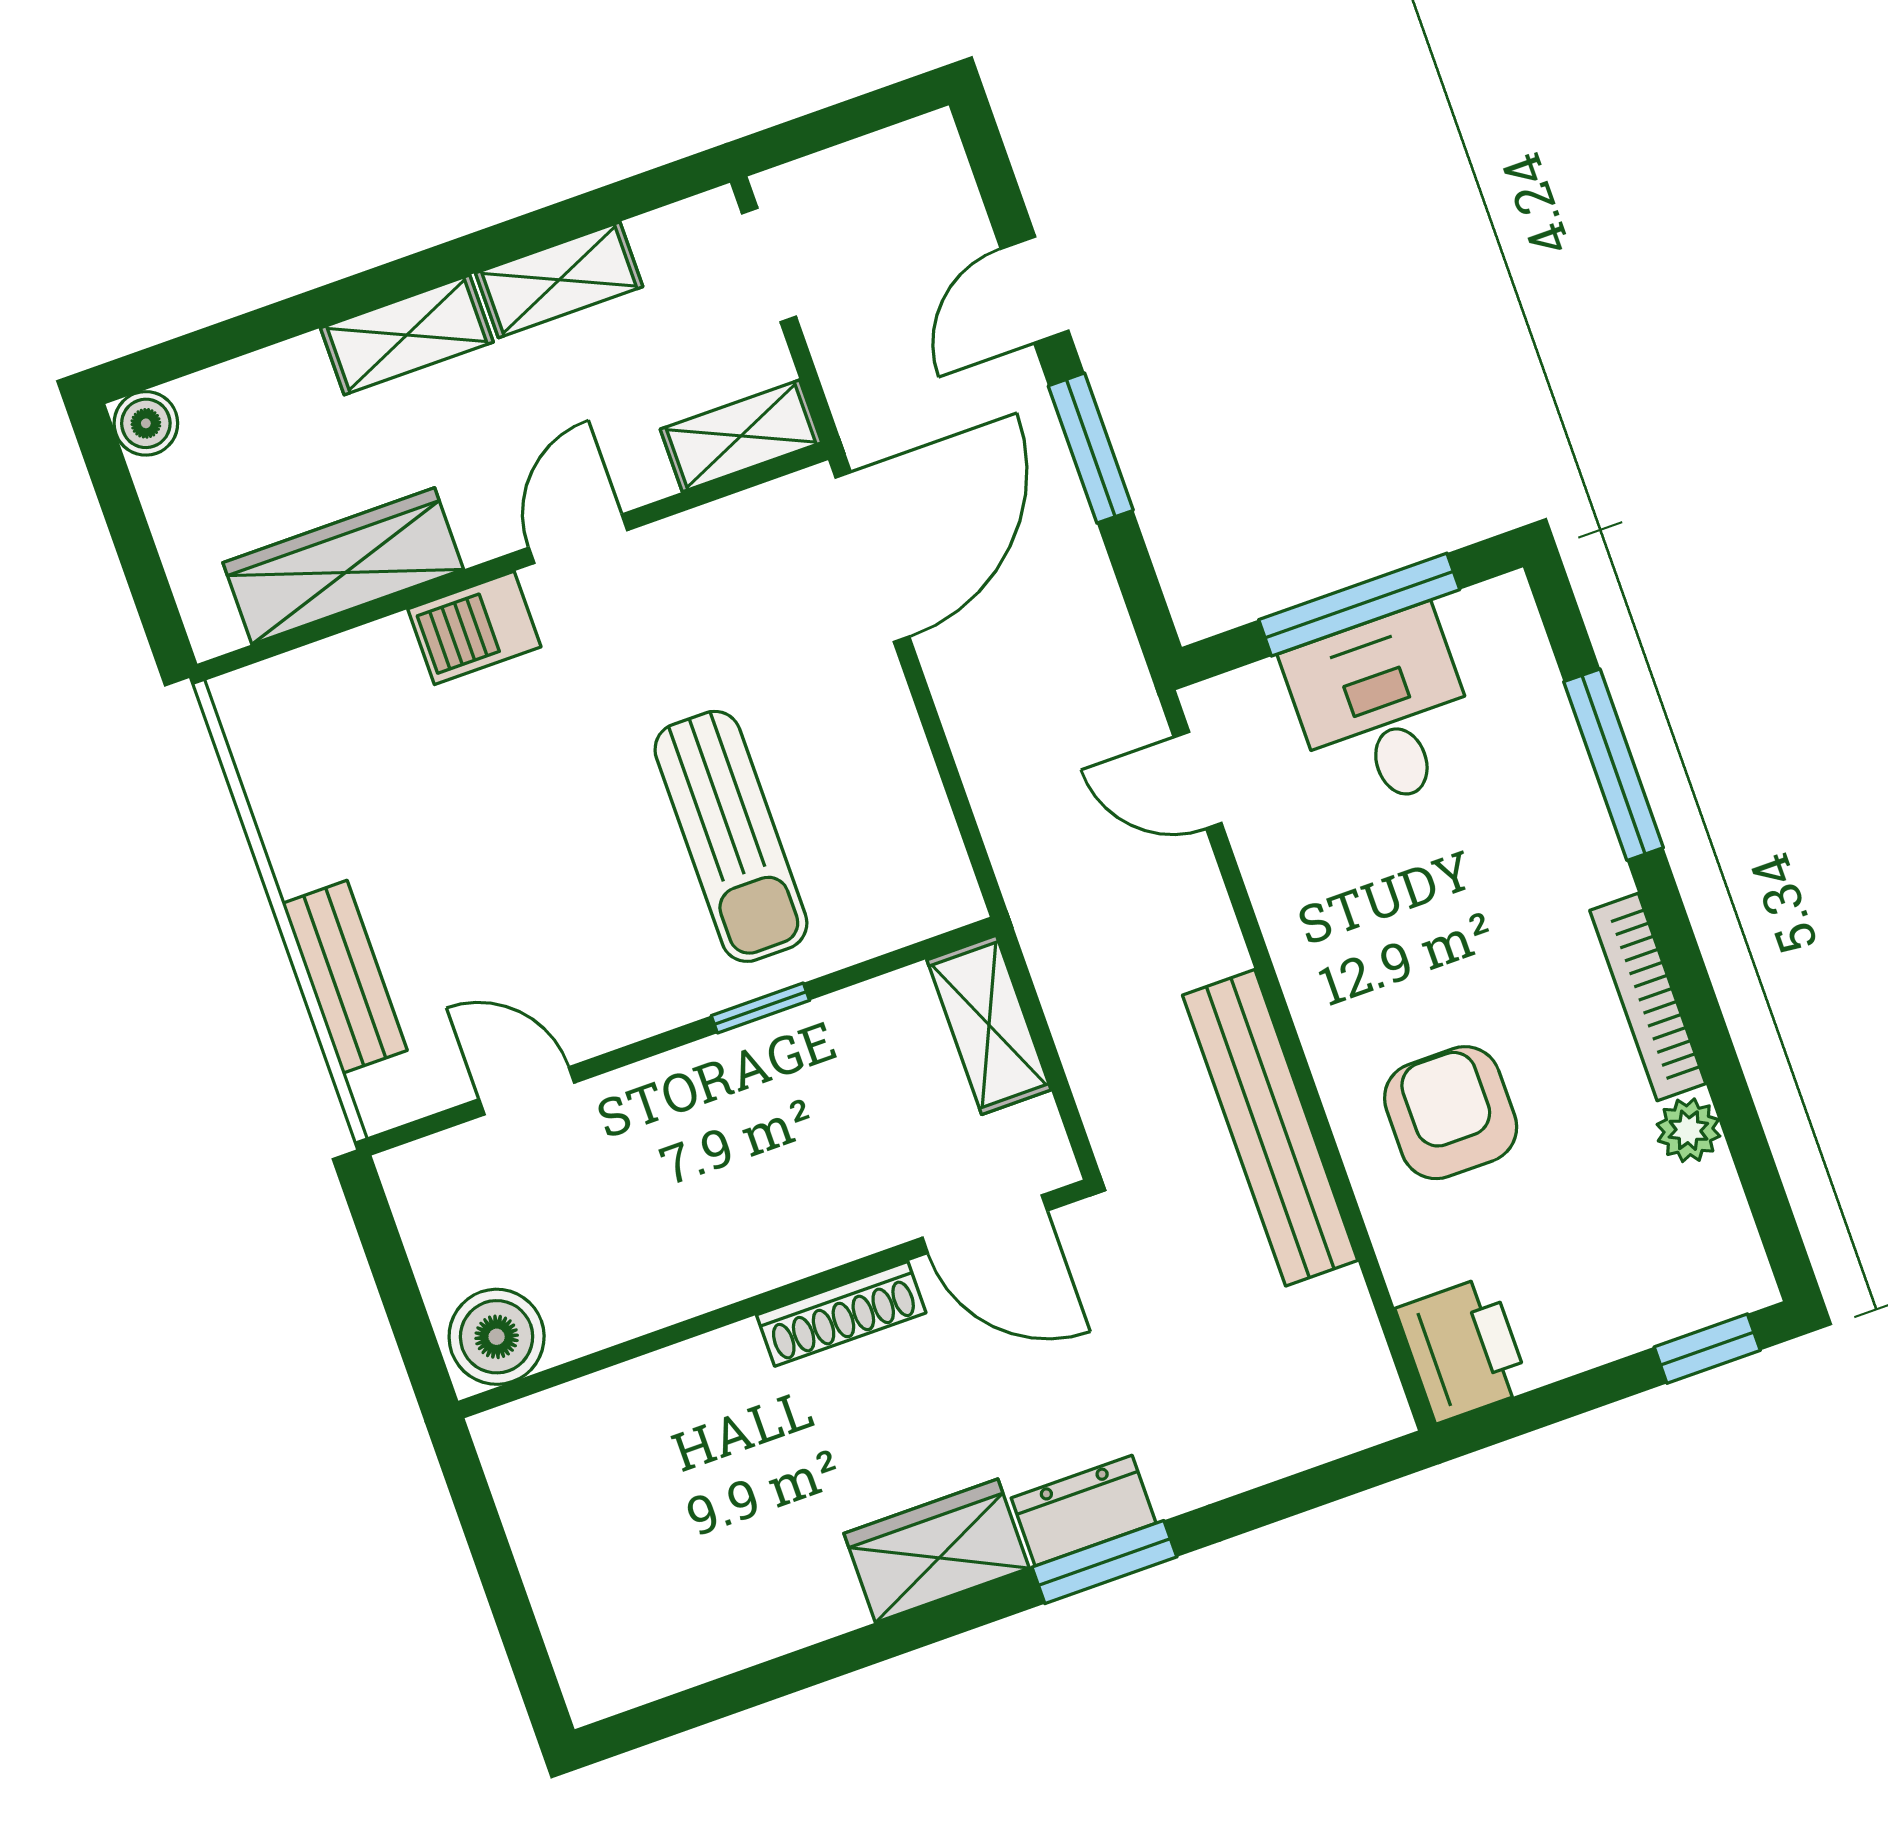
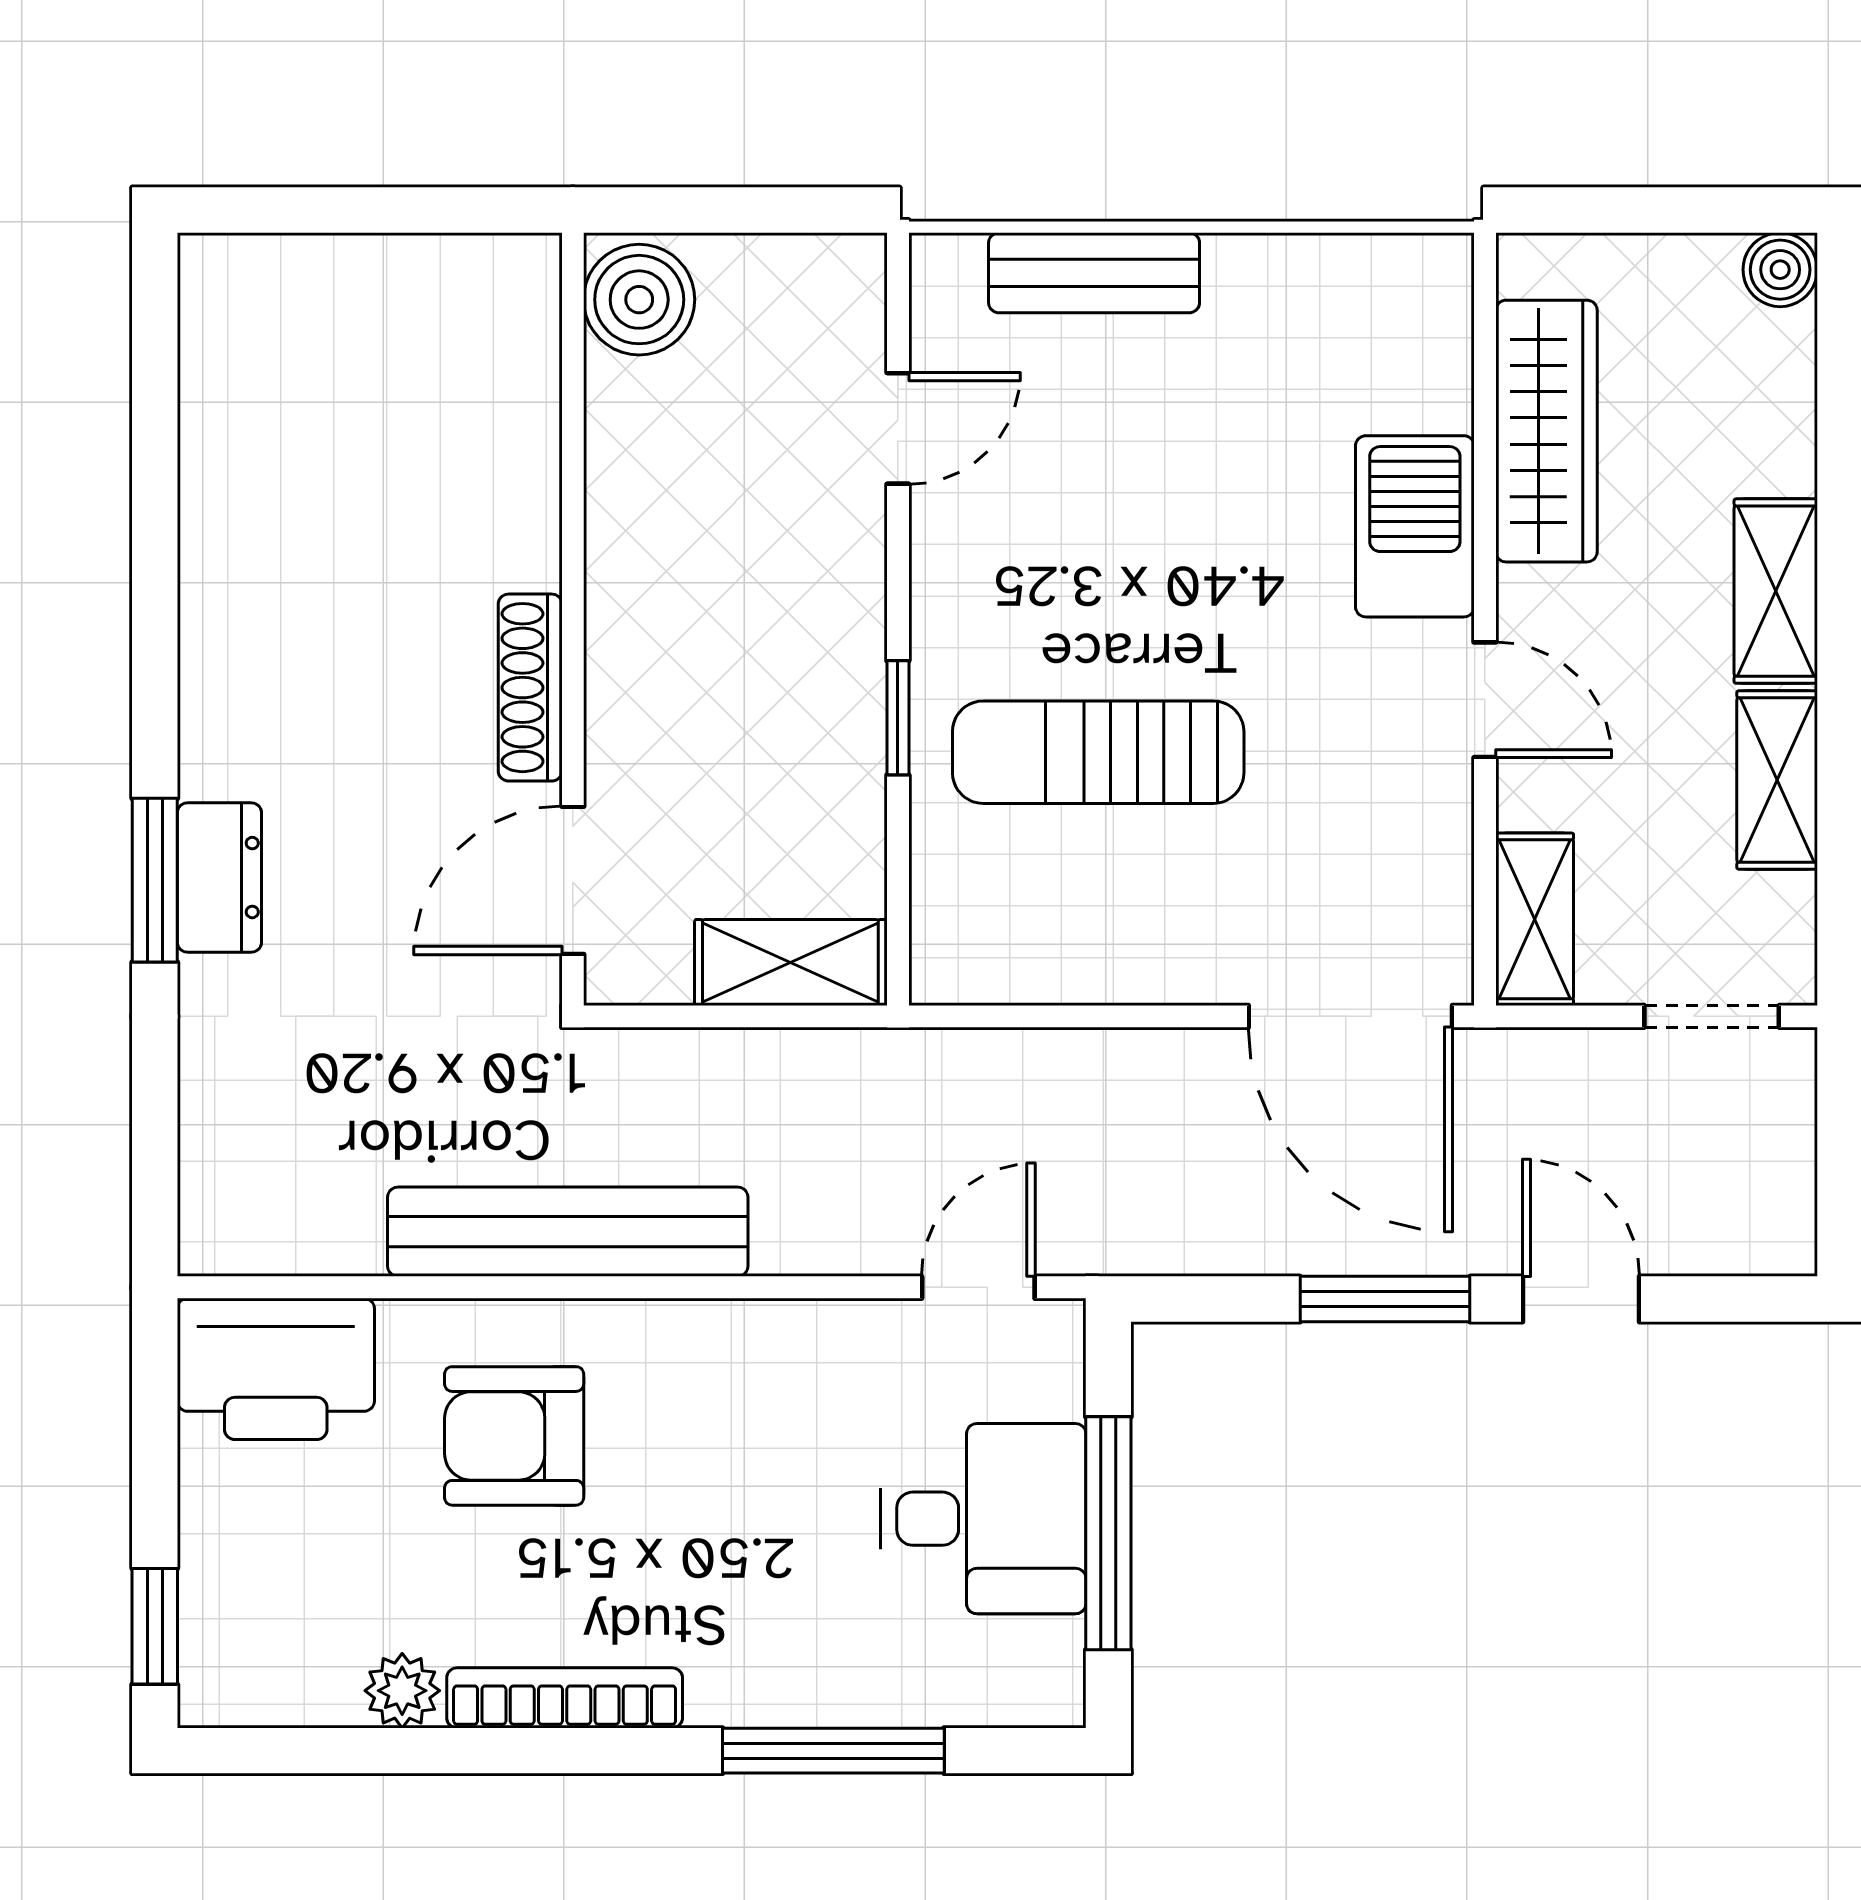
barbecue: (474, 628) -> (1415, 526), width x1.38, depth x1.27
armchair: (1451, 1113) -> (514, 1436), turned 180
printer: (1463, 1349) -> (276, 1369), width x1.37, depth x1.19
wardrobe: (937, 1551) -> (233, 700), removed

